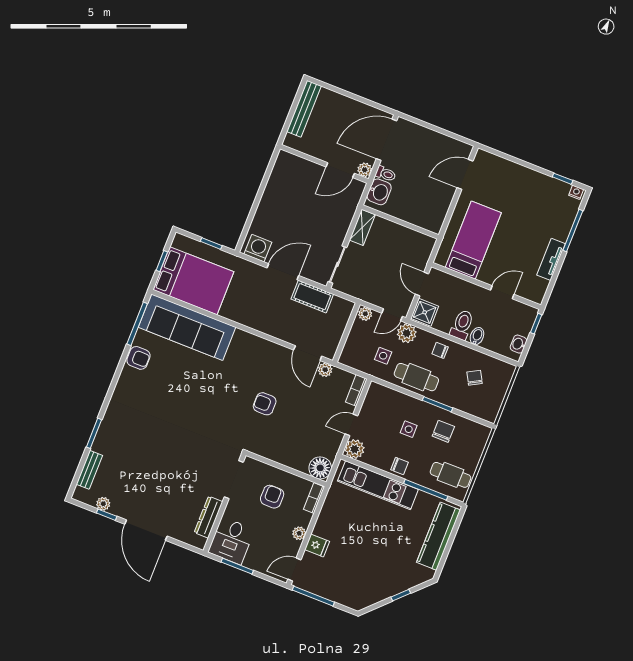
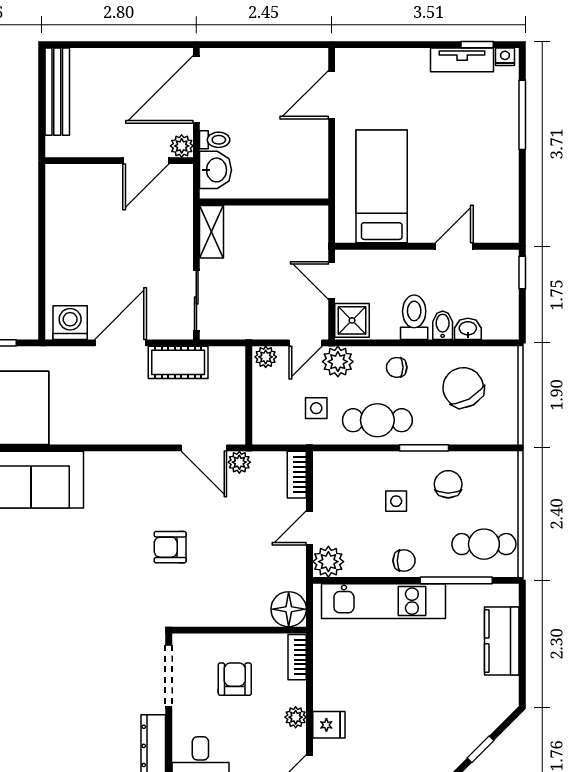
tv unit: (551, 259) -> (462, 60), moved, turned -90
washbasin: (519, 344) -> (468, 329), moved, turned 90
chair: (475, 378) -> (463, 388), width x1.87, depth x1.87
kitchen counter: (438, 536) -> (502, 641), width x0.67

